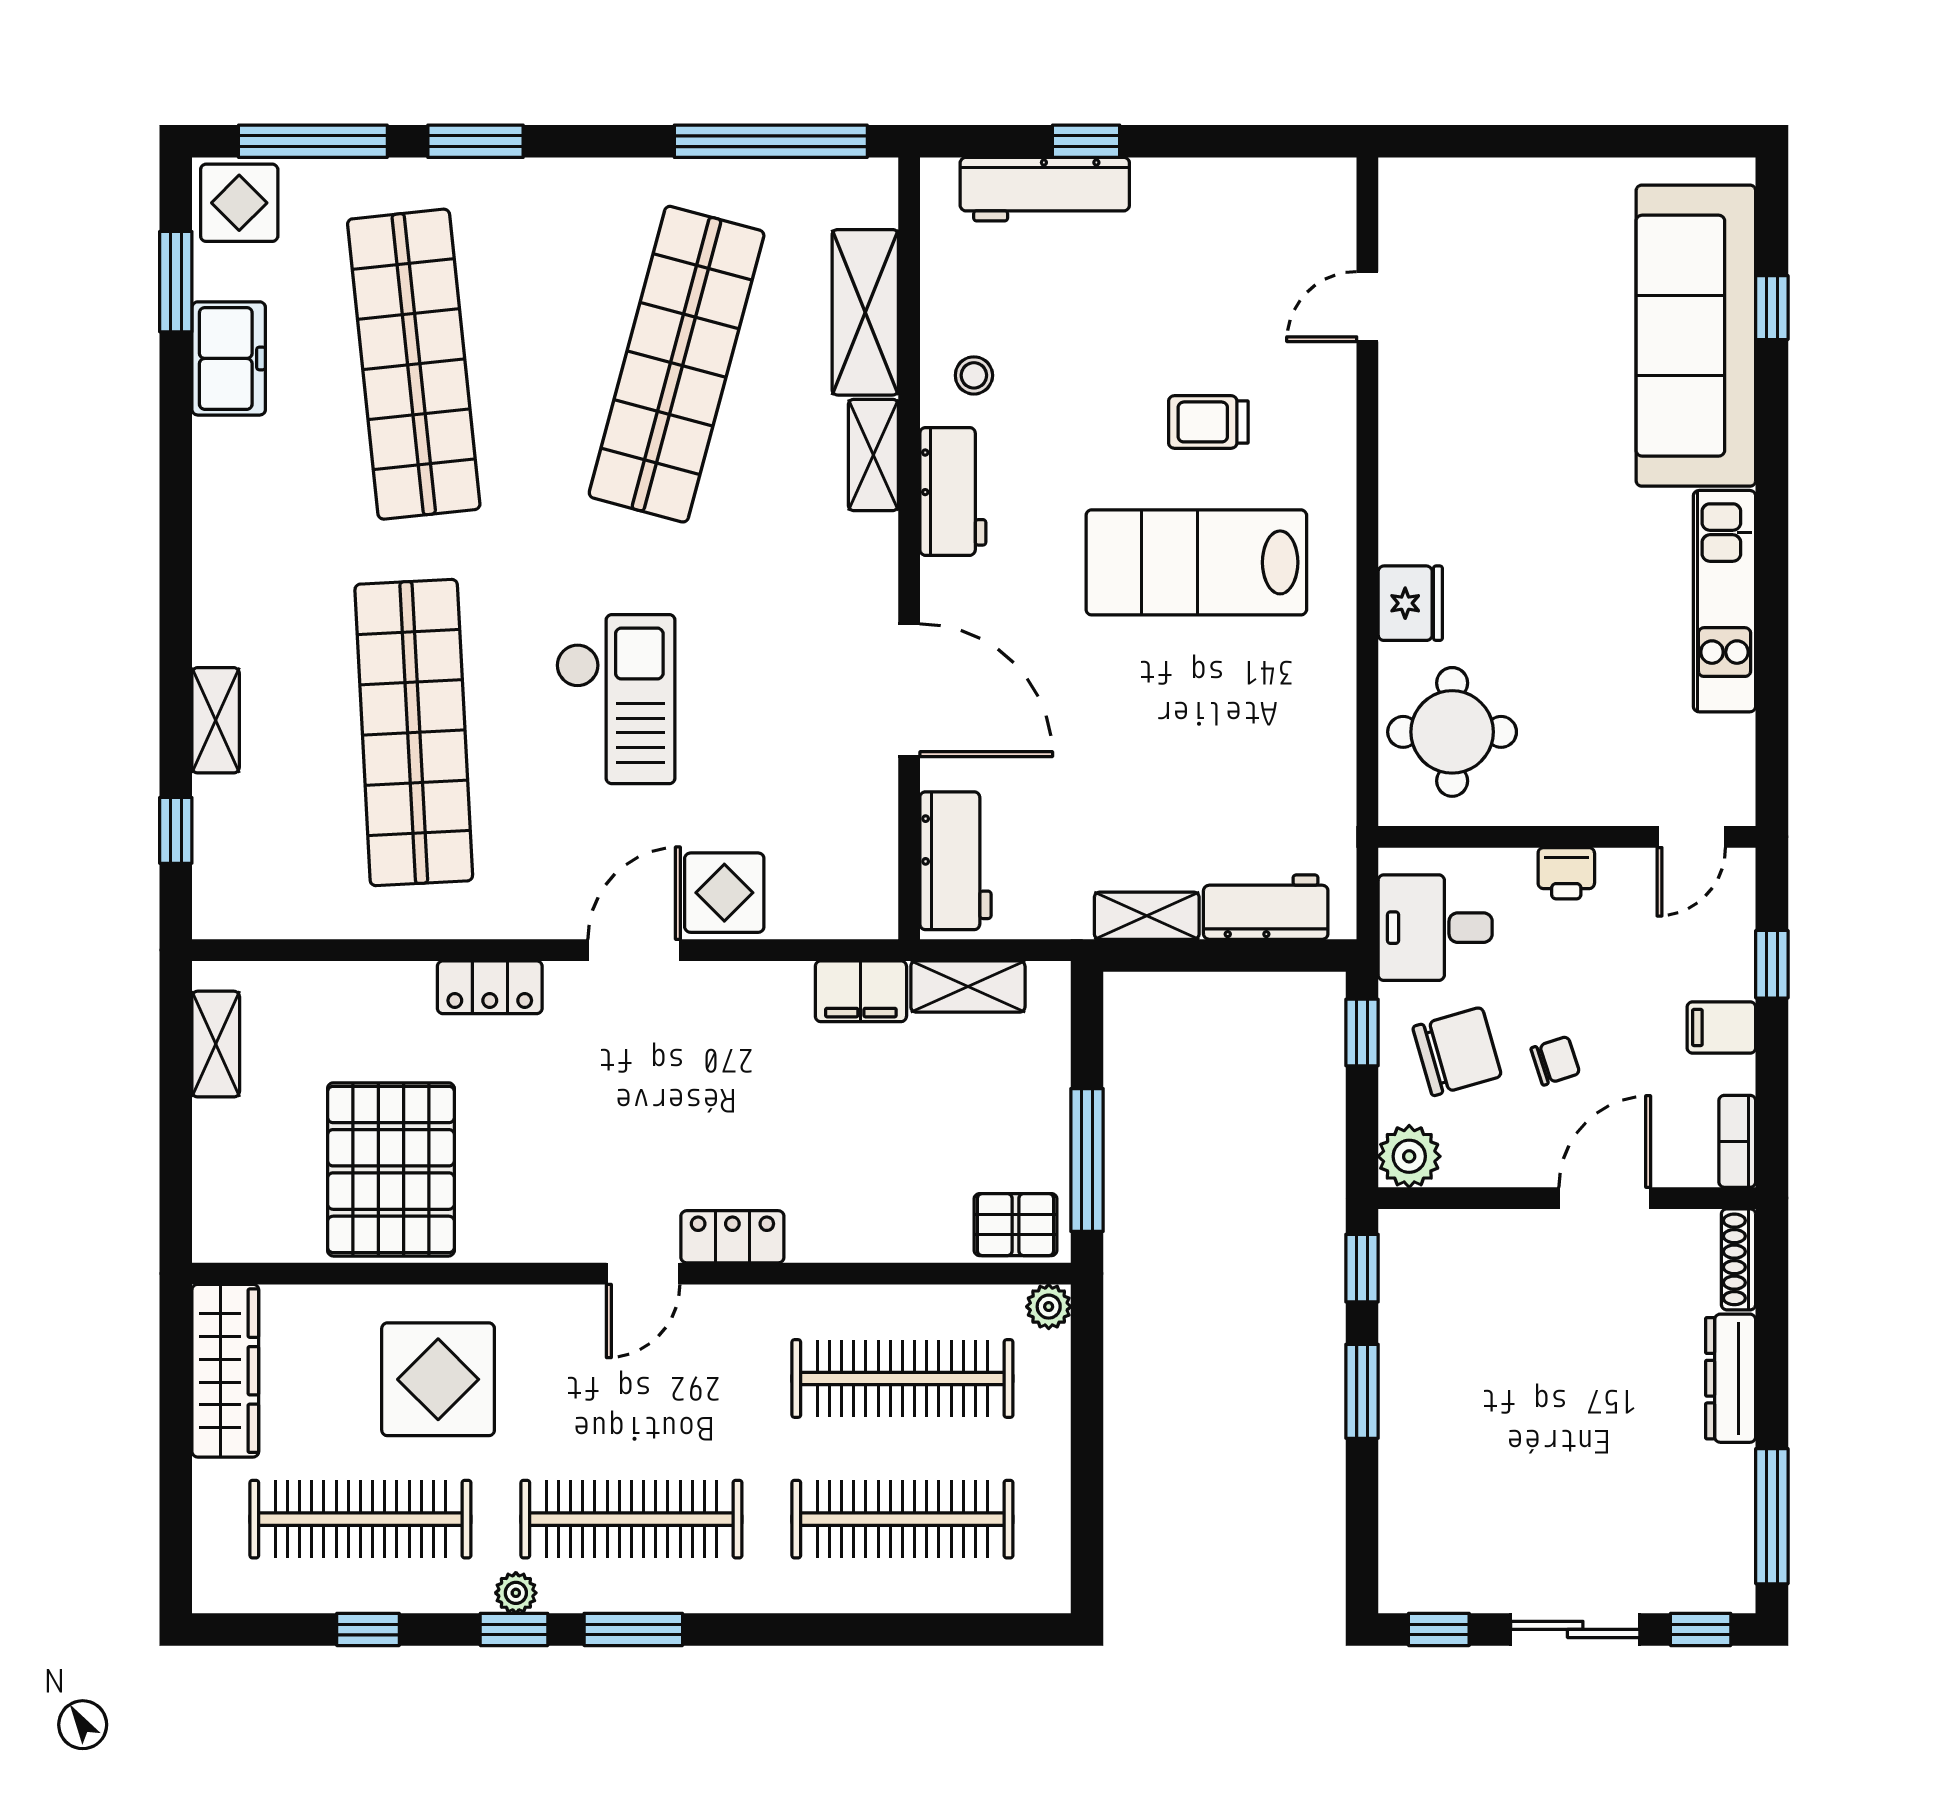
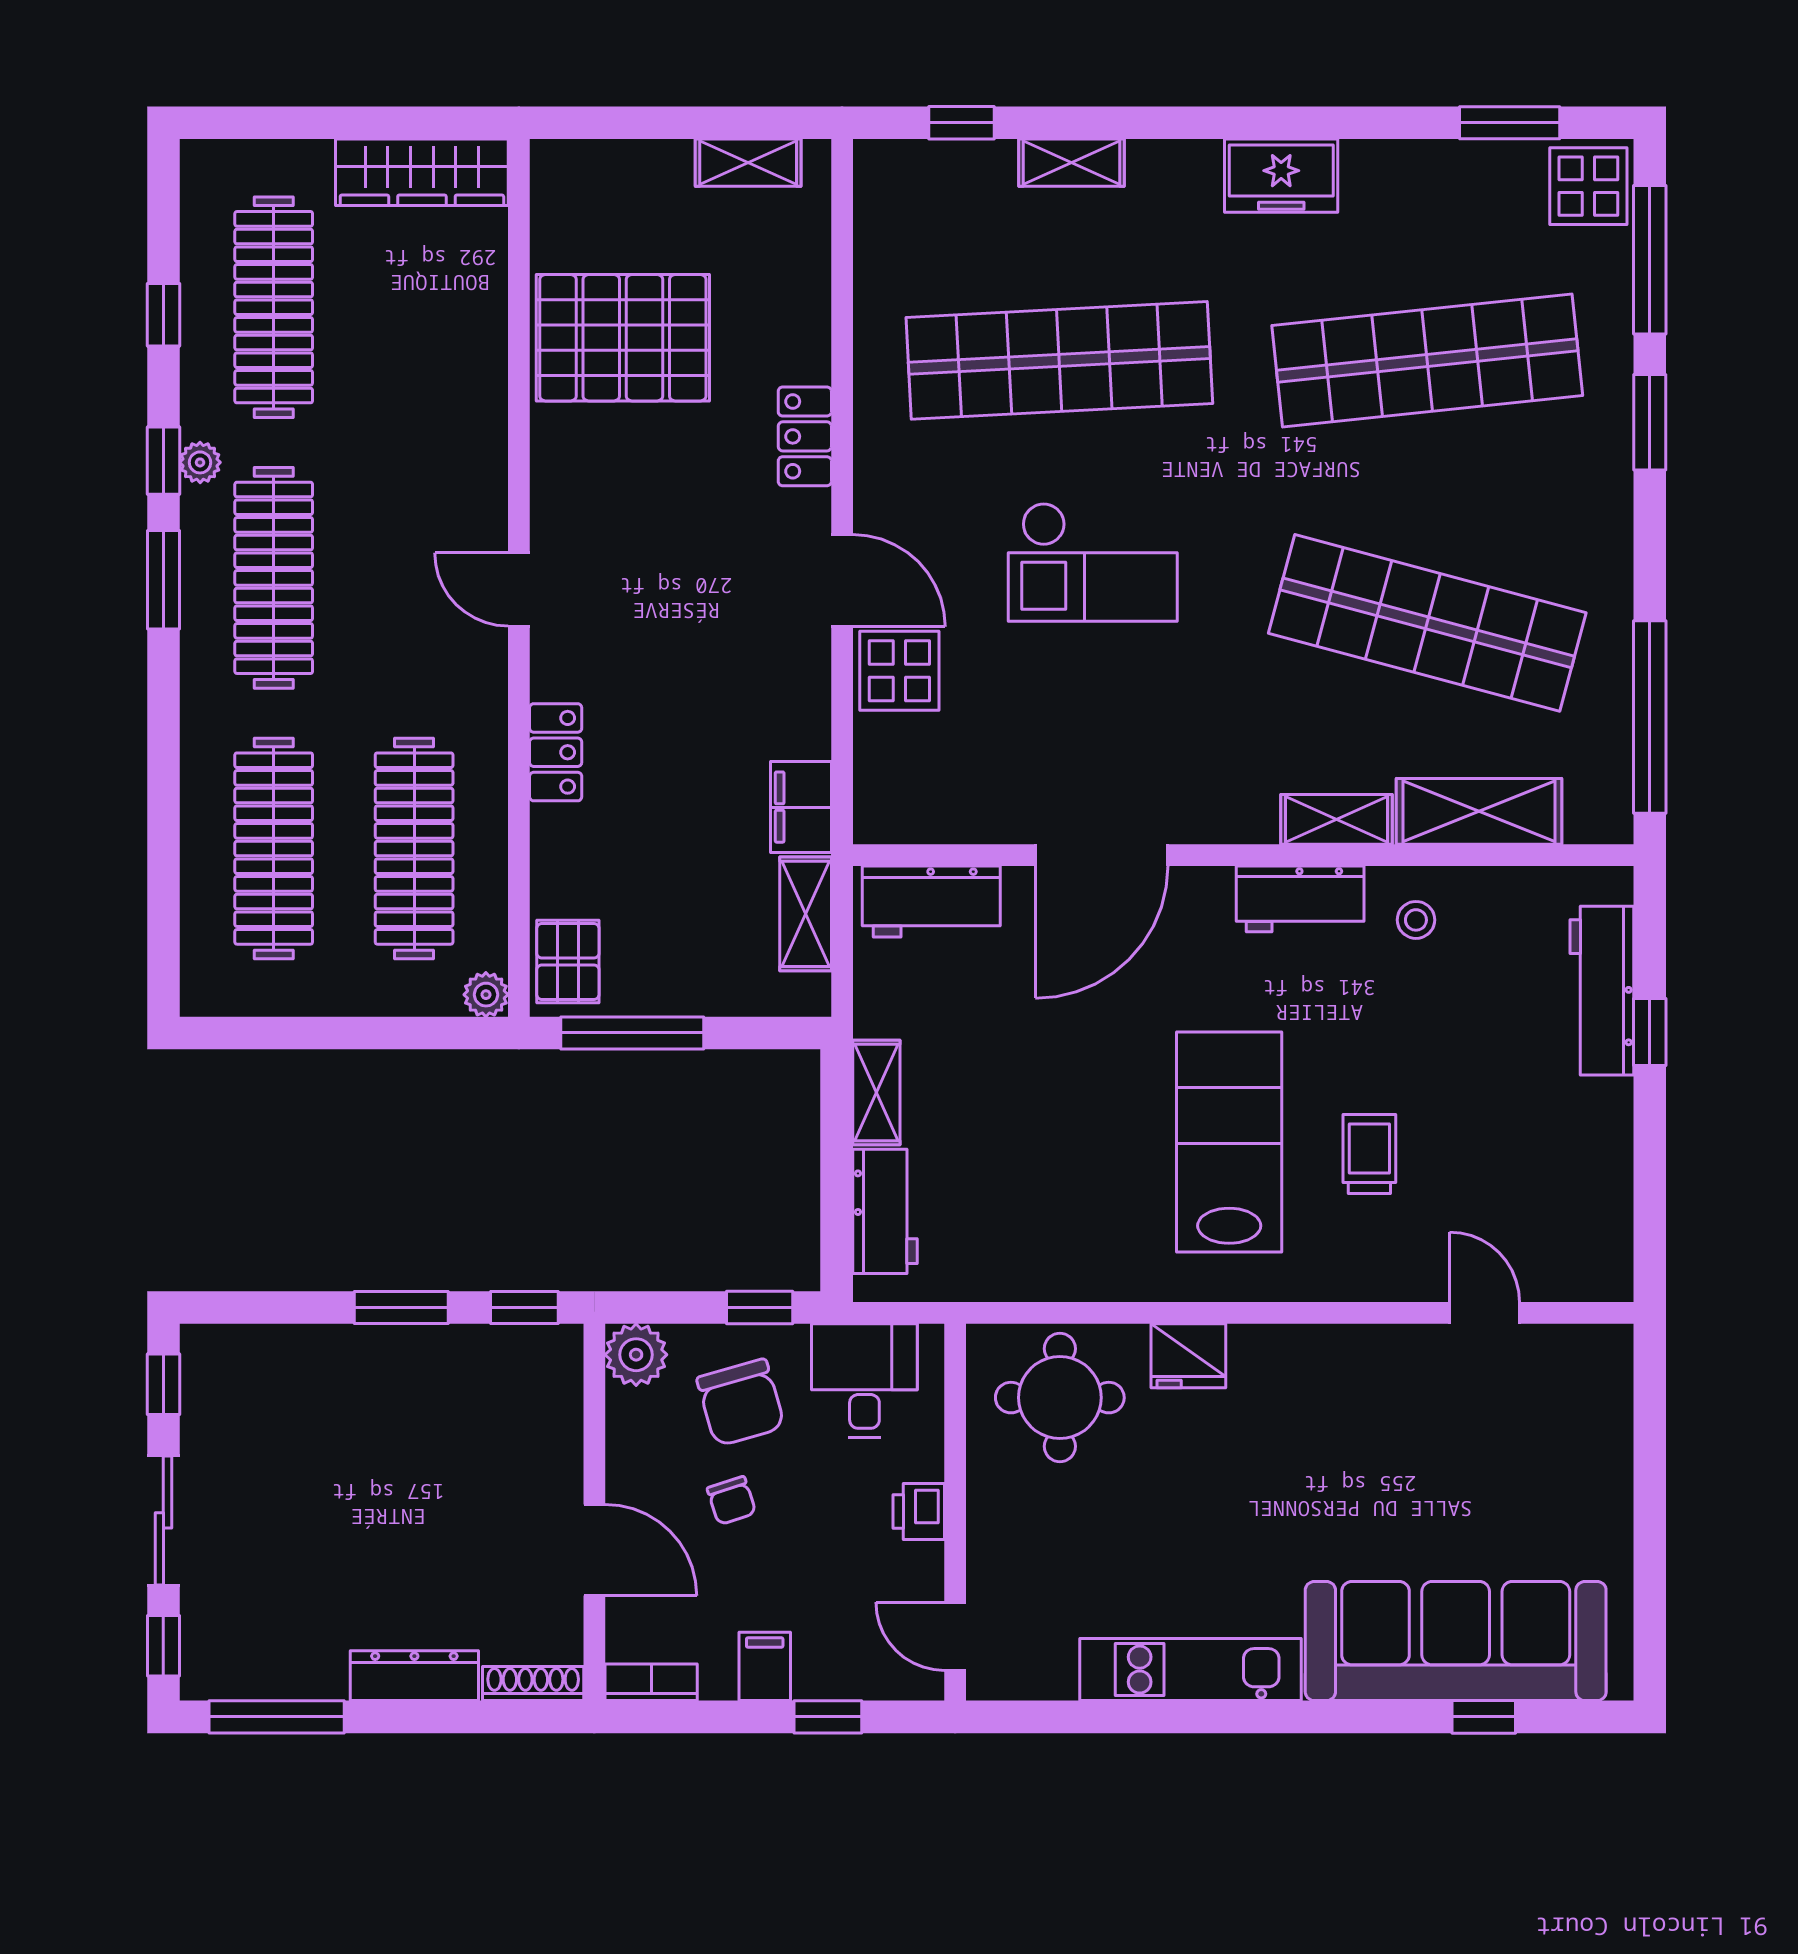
freezer: (229, 358) -> (1281, 176), moved
locker: (732, 1237) -> (556, 752), moved
display table: (438, 1379) -> (413, 385), removed

